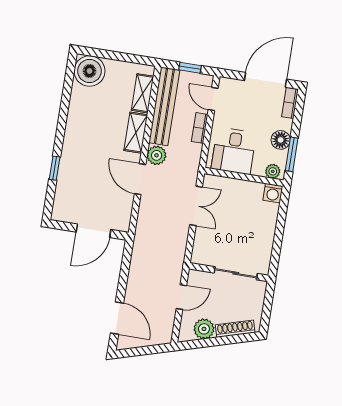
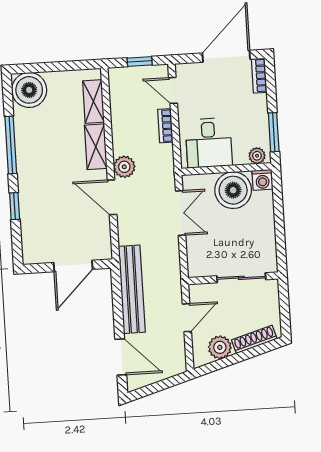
bench: (164, 106) -> (132, 289), moved
window: (63, 115) -> (11, 145), added
floor lamp: (281, 140) -> (258, 119), removed
boiler: (246, 196) -> (233, 190), added

